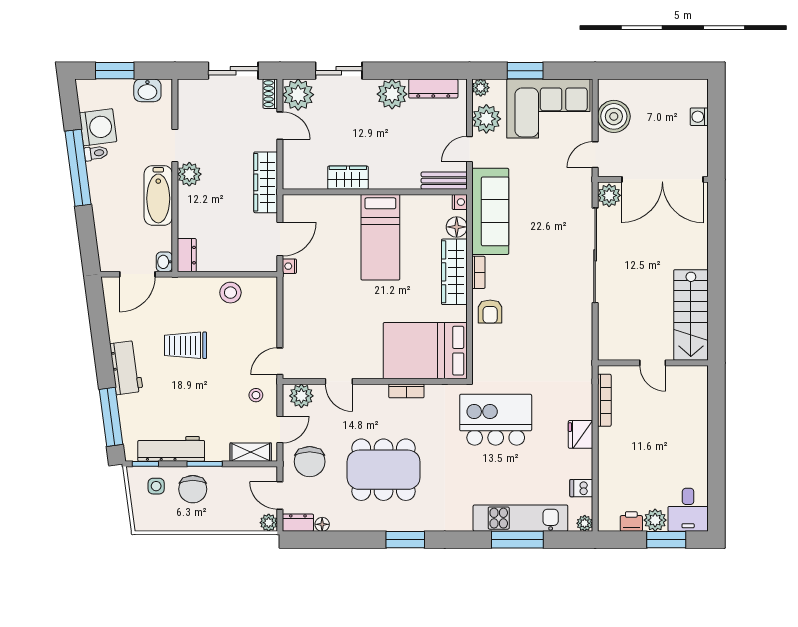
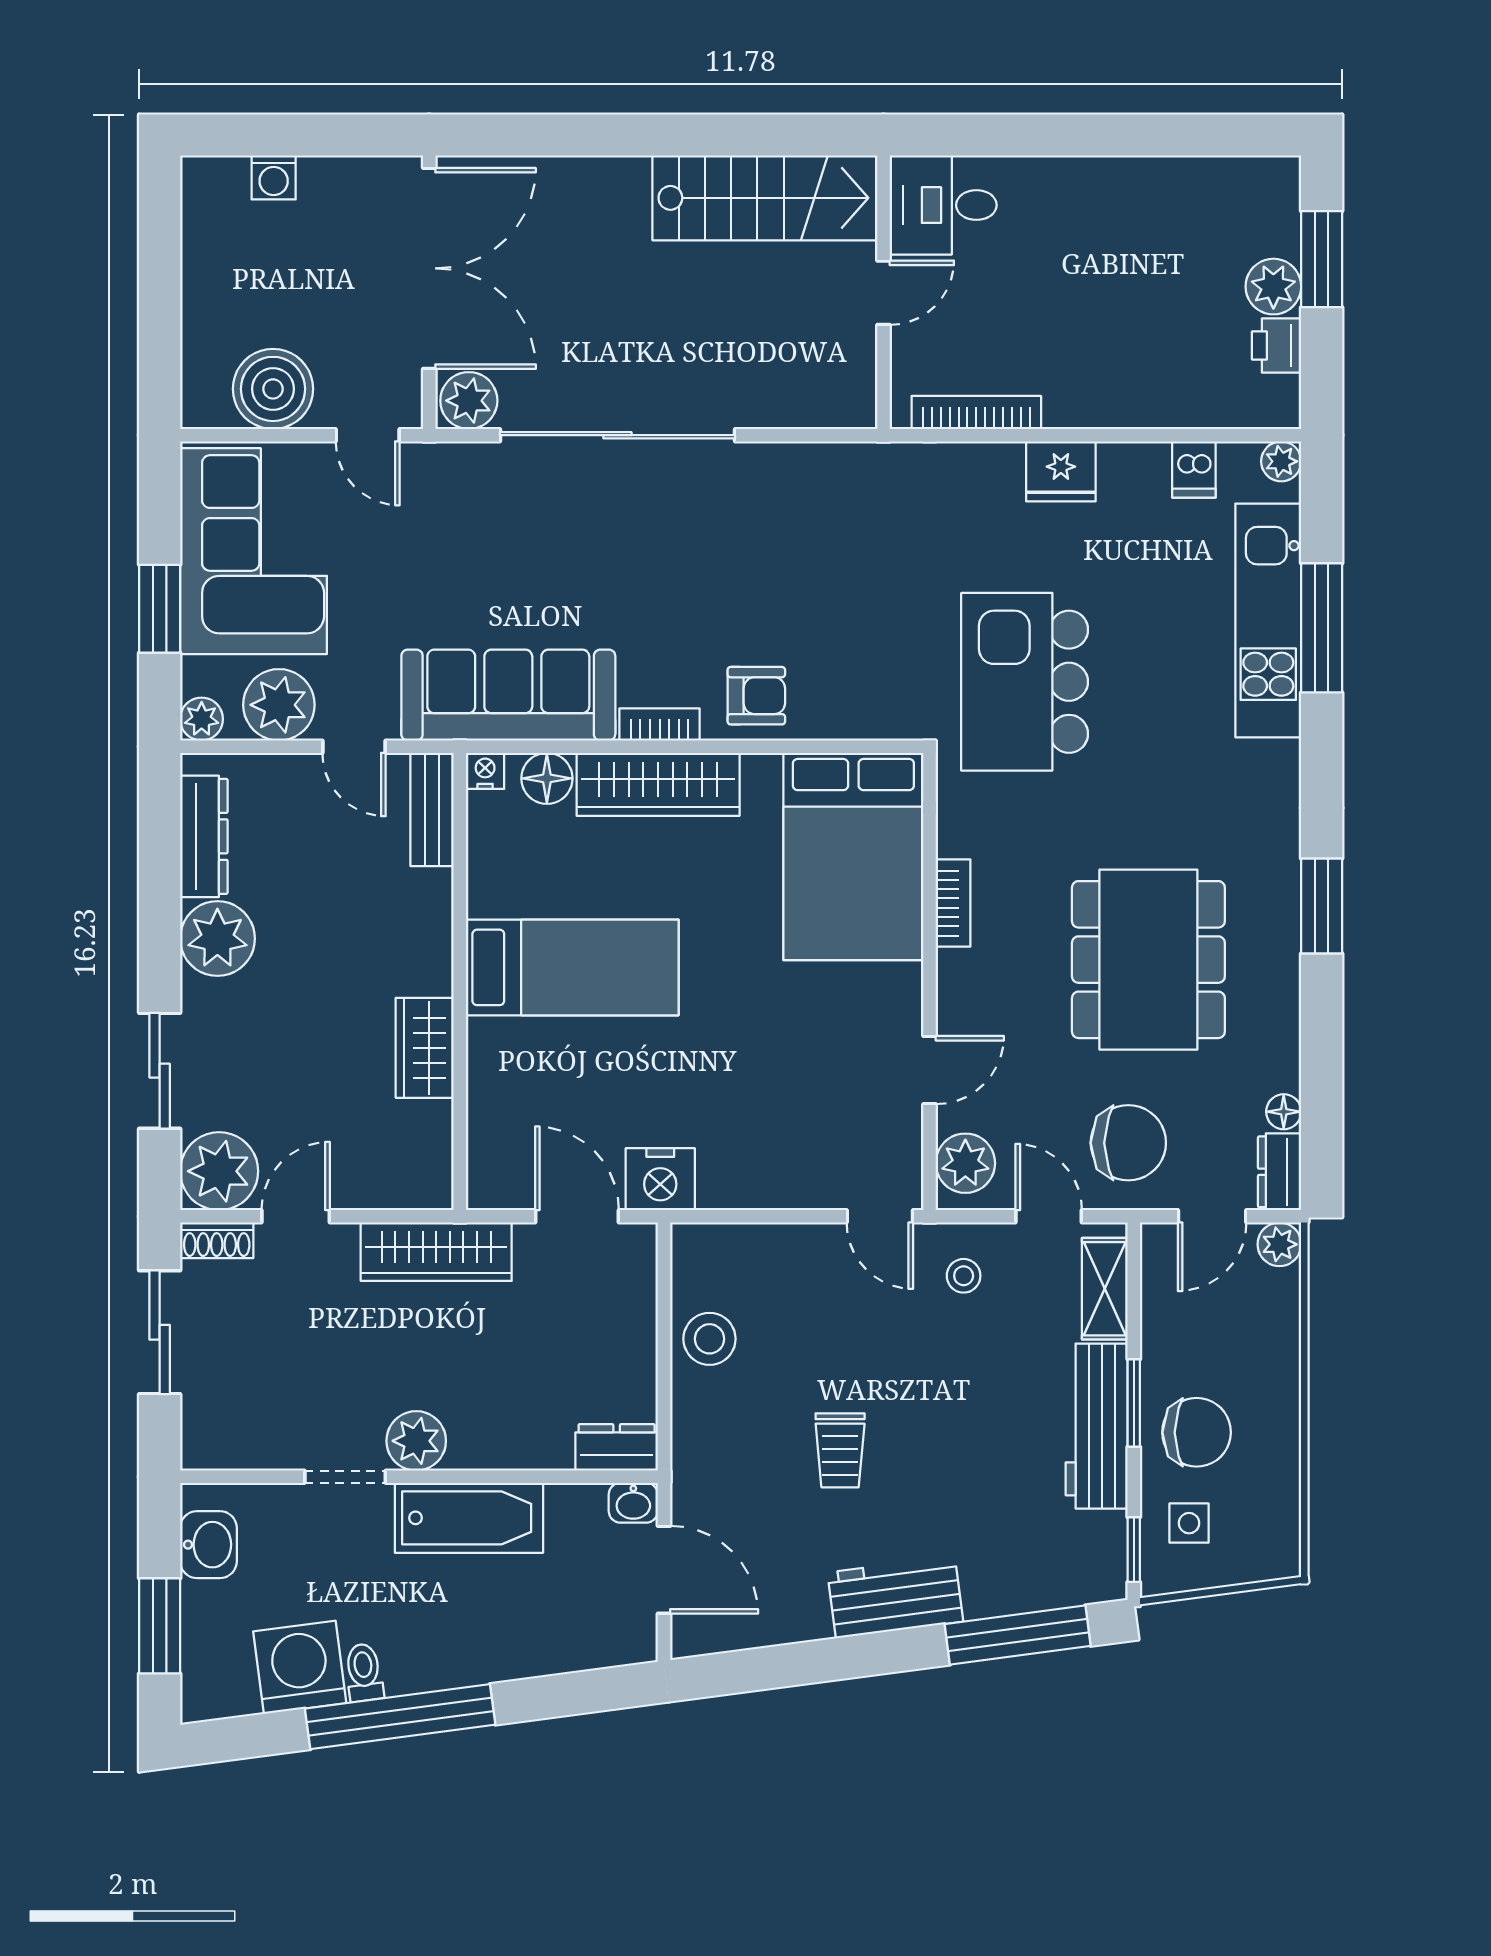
nightstand: (289, 266) -> (660, 1179), width x1.89, depth x1.79
trolley: (186, 345) -> (840, 1450), width x0.73, depth x0.72
workbench: (171, 449) -> (1097, 1426), moved
desk: (688, 510) -> (943, 205), moved, turned 180

